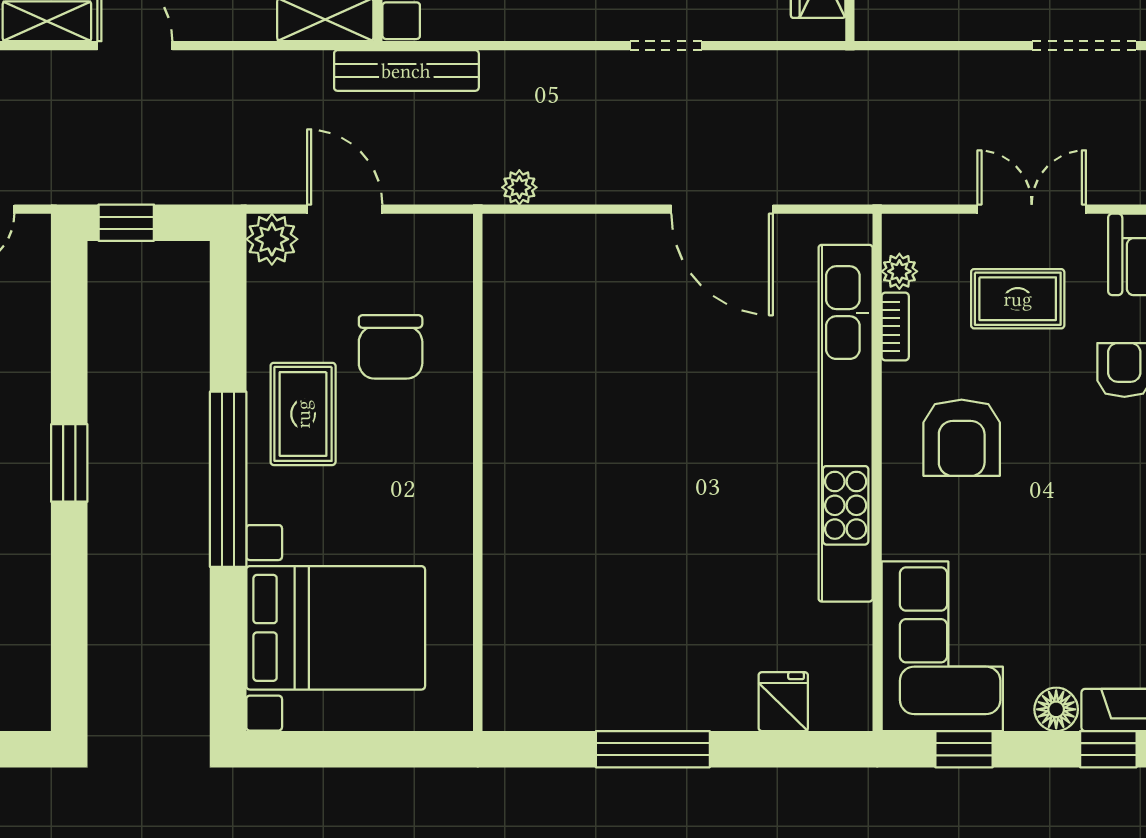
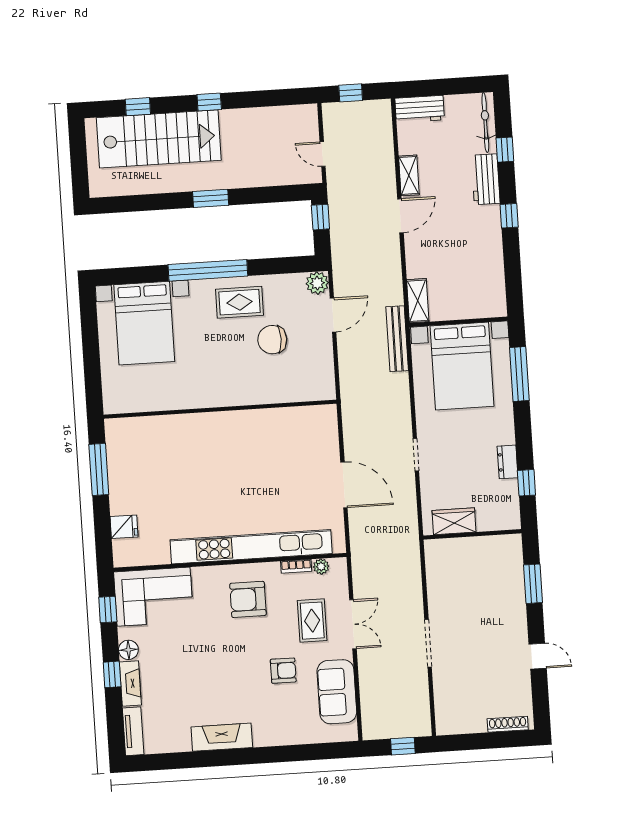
plant: (519, 187) -> (348, 393), removed
door: (722, 209) -> (344, 485), swing flipped
wall: (478, 472) -> (220, 409), moved

